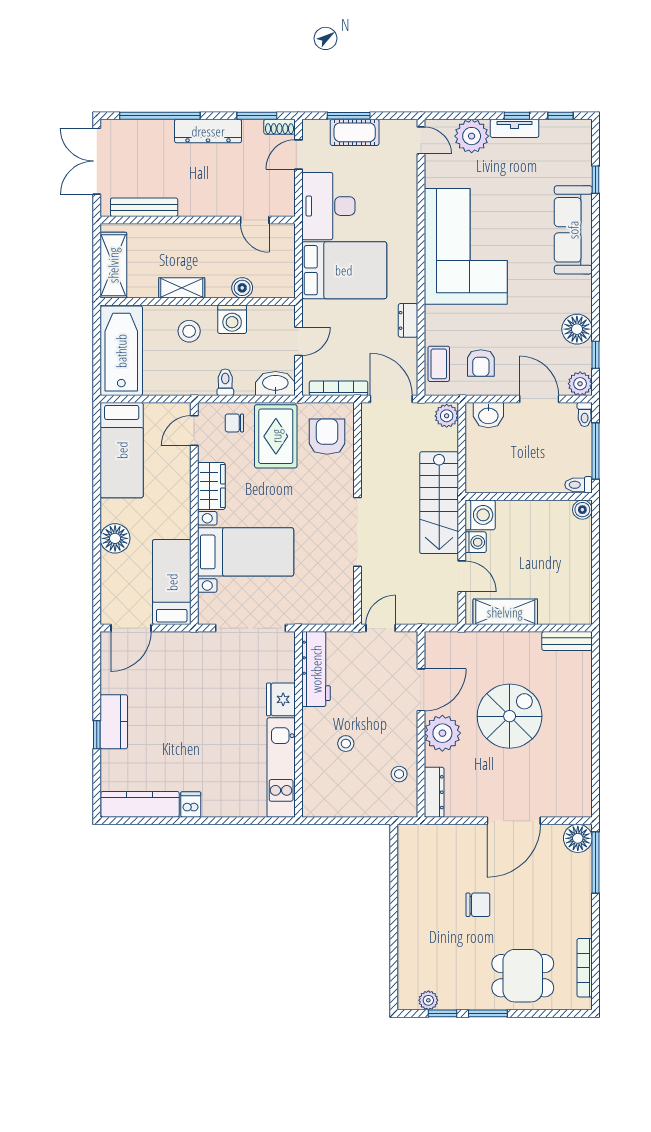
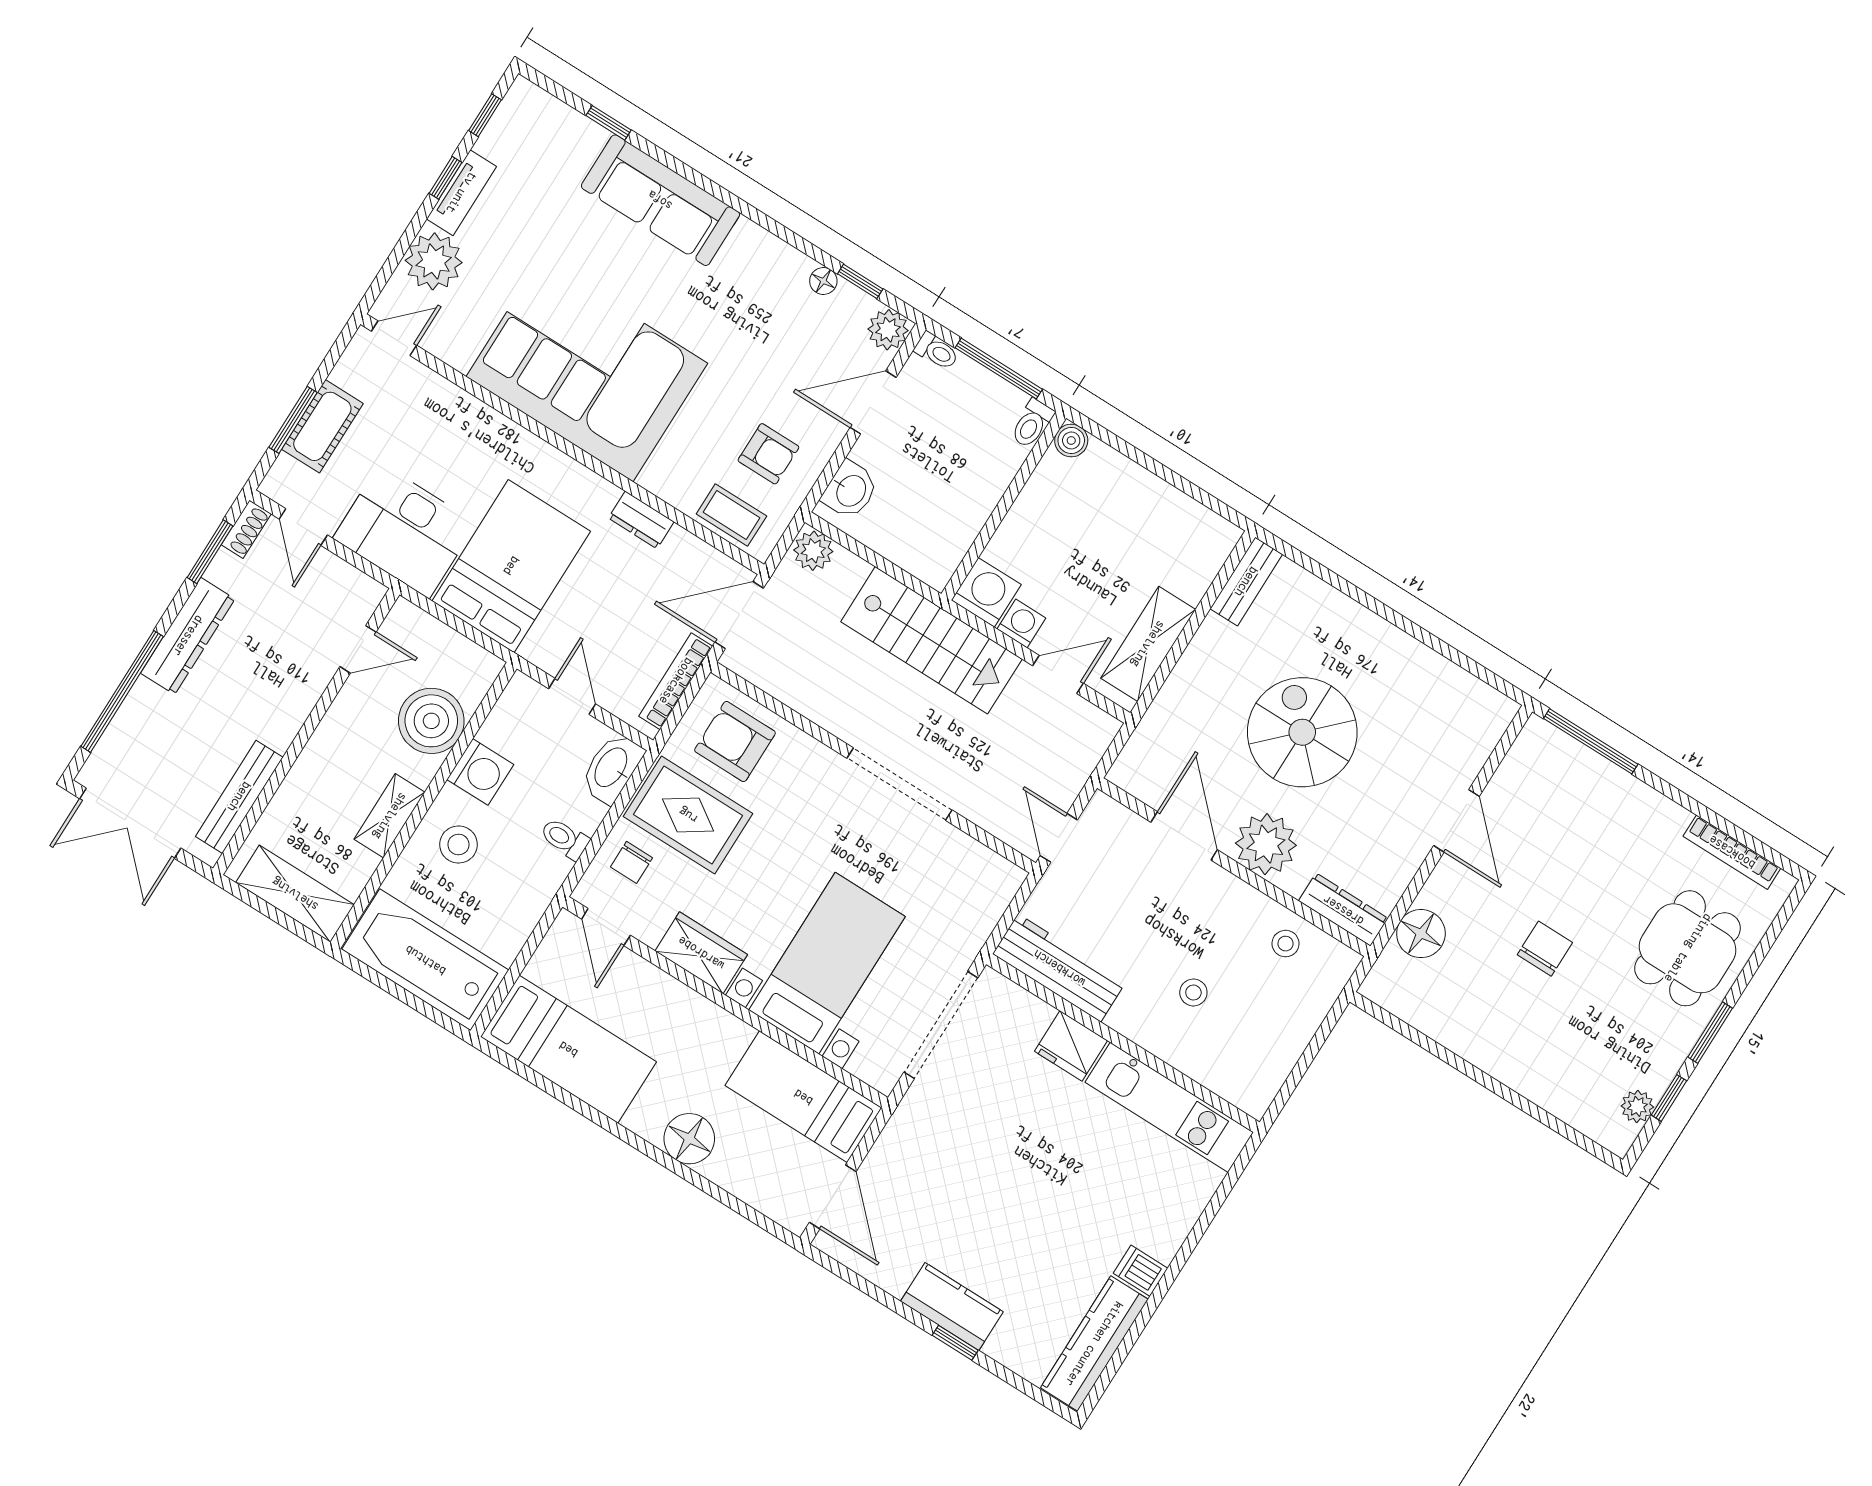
boiler: (242, 288) -> (431, 721), width x1.86, depth x1.86
floor lamp: (577, 329) -> (823, 281), width x0.53, depth x0.53
door: (514, 821) -> (1456, 821), width x0.73
floor lamp: (578, 838) -> (1421, 934), moved

